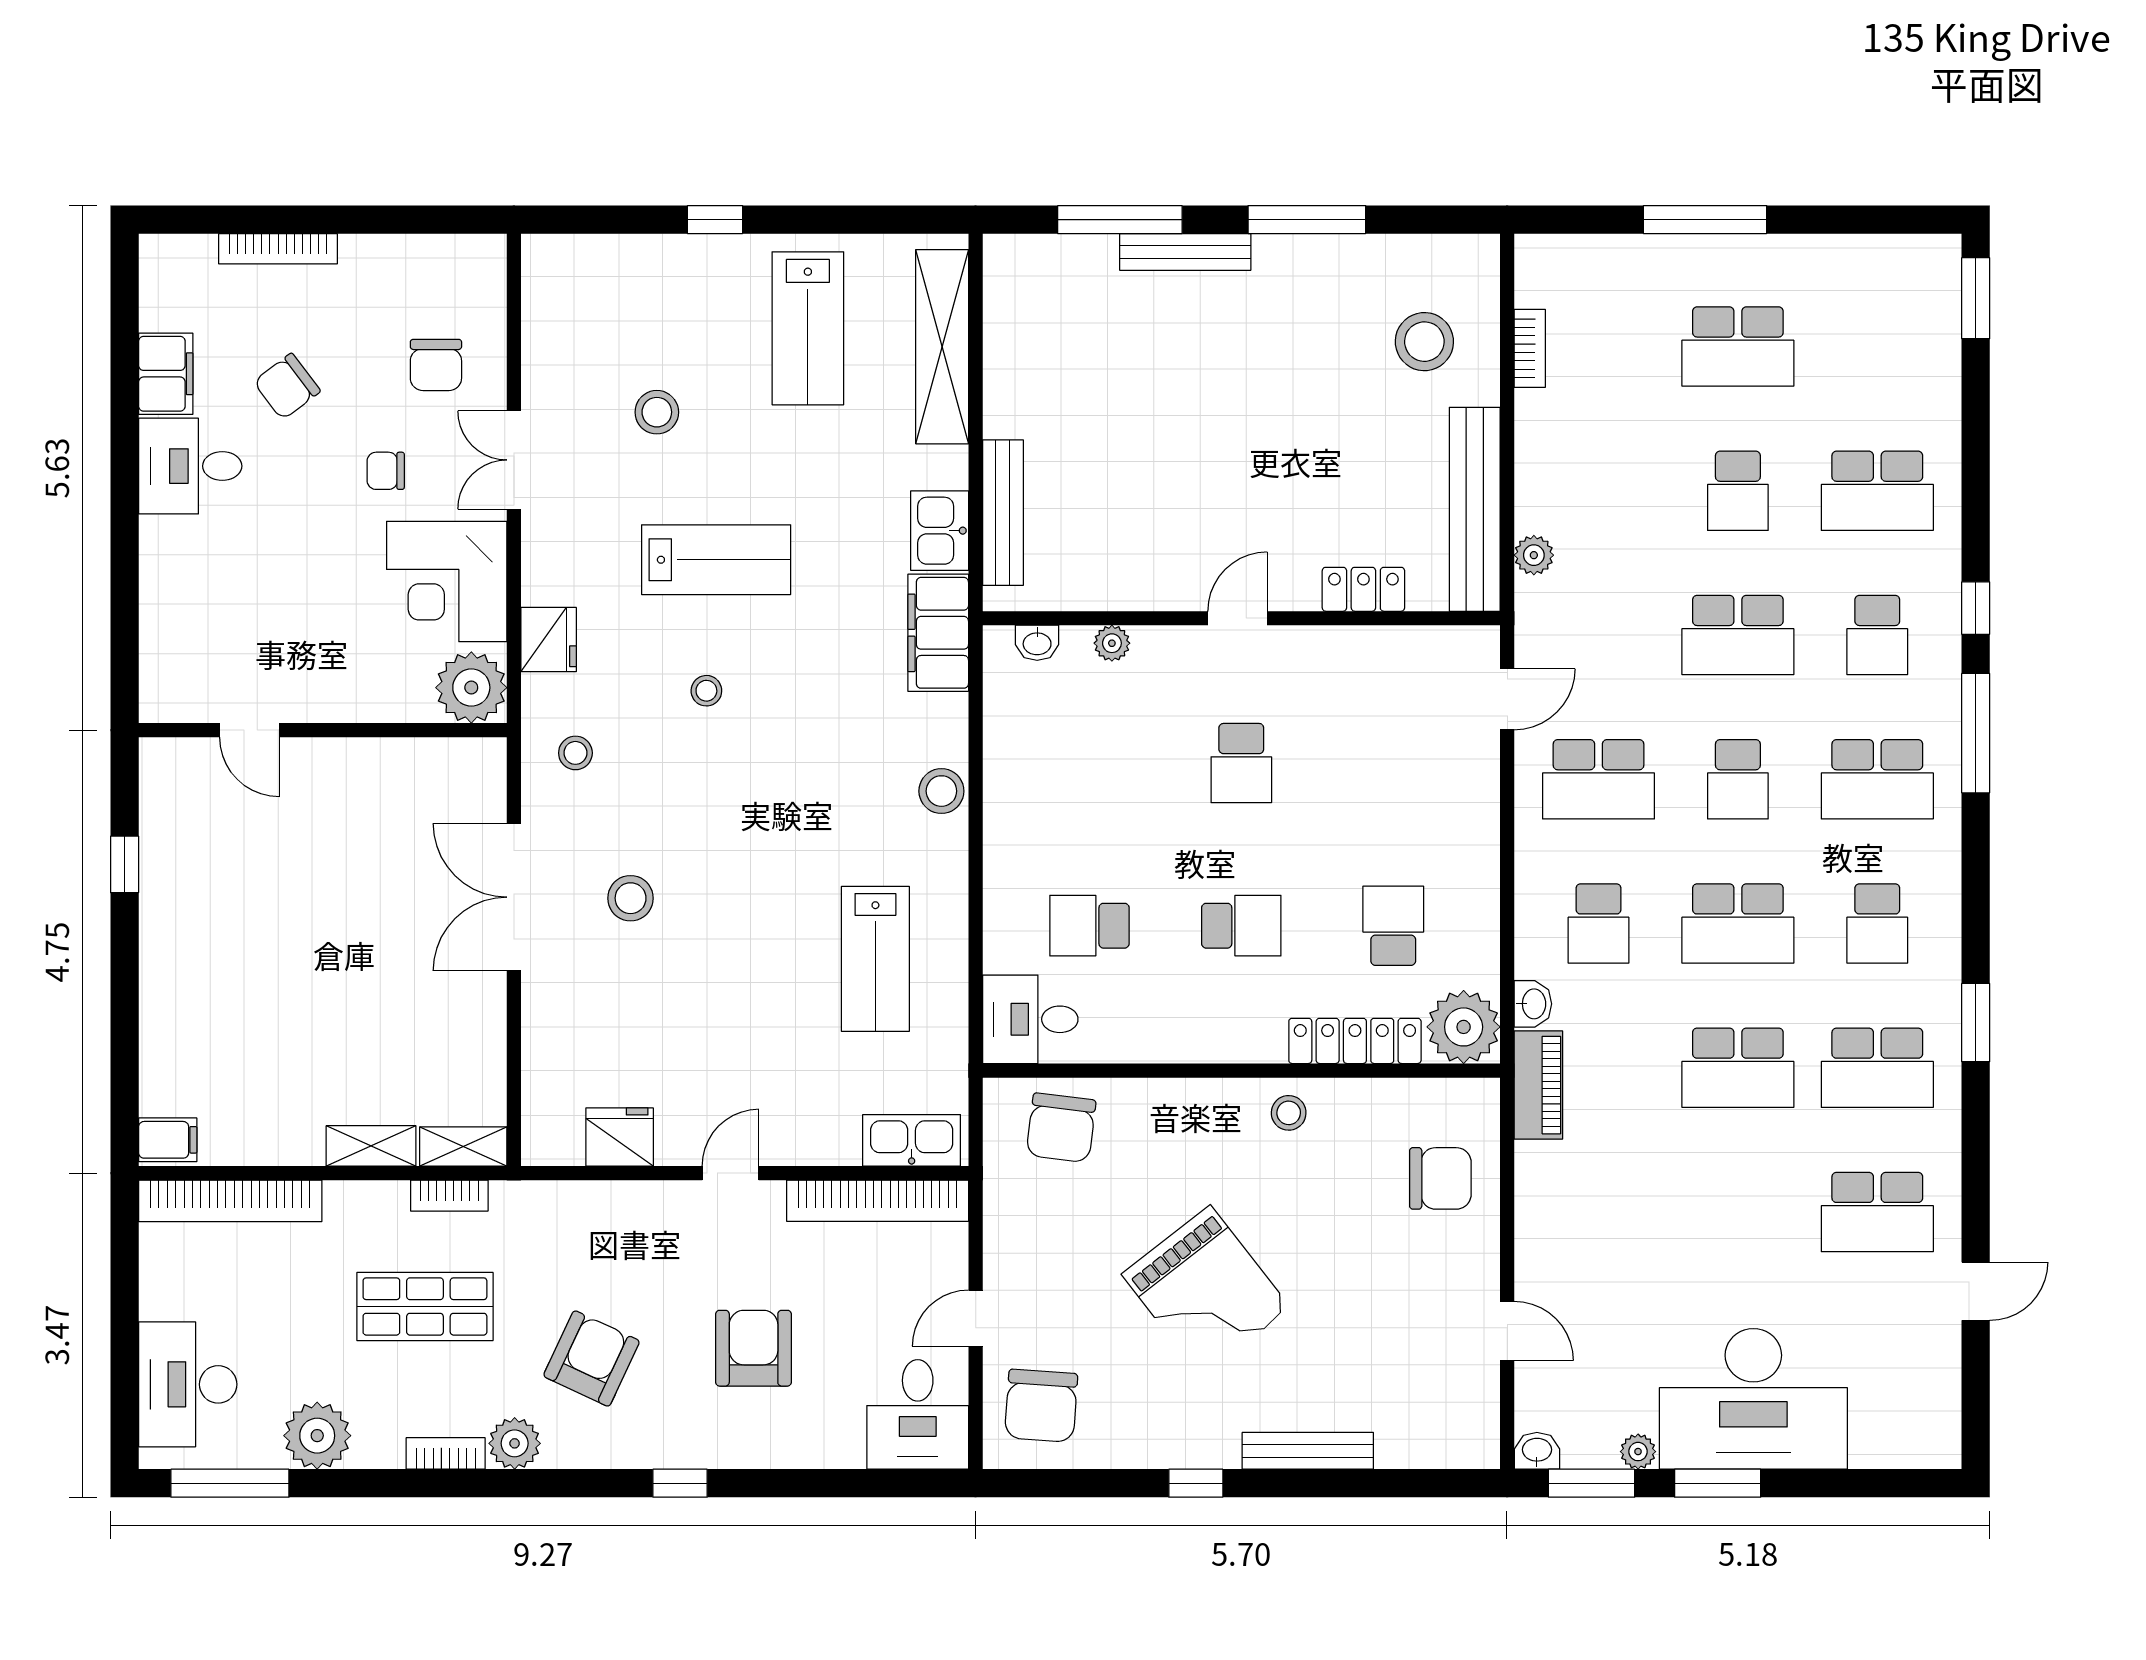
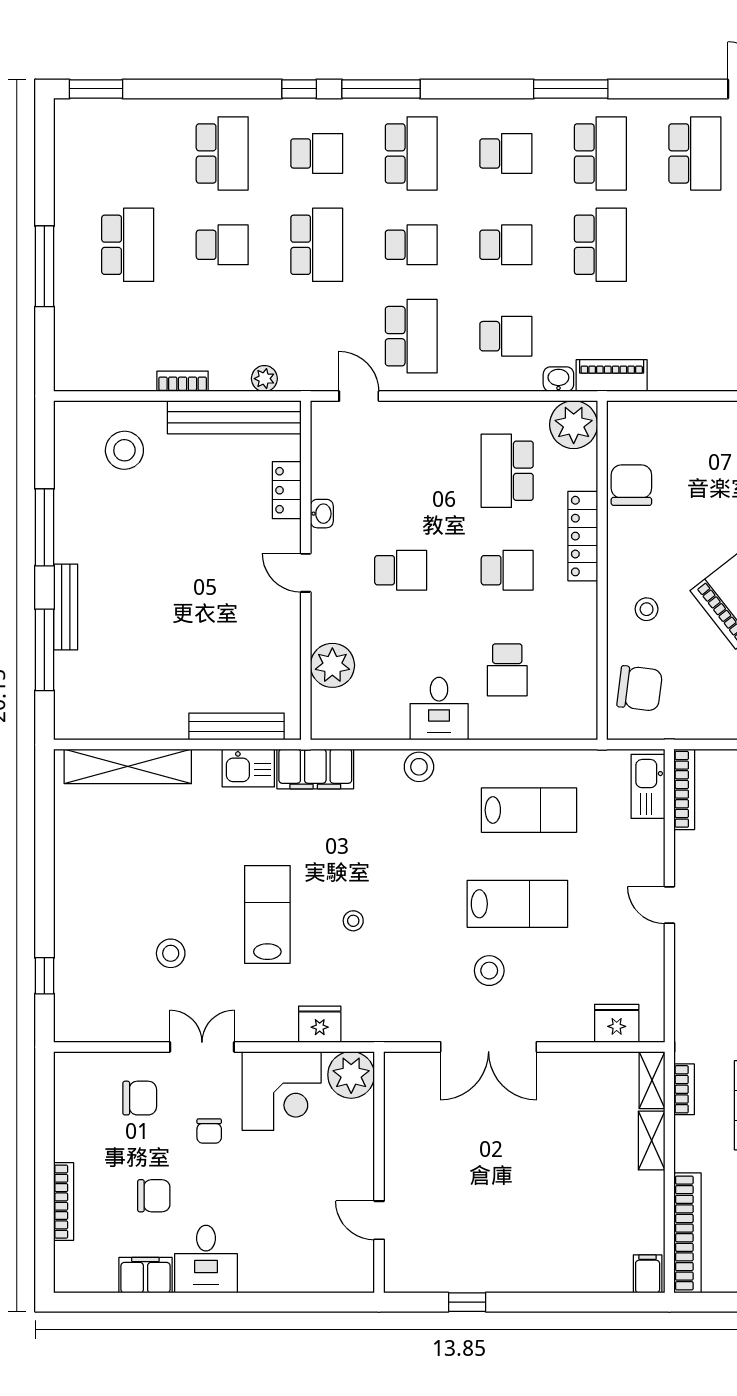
window: (715, 220) -> (44, 976), moved
lab bench: (808, 328) -> (517, 904), moved
bookcase: (1530, 348) -> (183, 381), moved
chair: (287, 386) -> (154, 1196), turned -53
double door: (514, 460) -> (202, 1047), swing flipped
washbasin: (1037, 643) -> (322, 514), moved
plant: (1112, 643) -> (332, 665), width x1.88, depth x1.88
door: (249, 730) -> (379, 1220), swing flipped
stool: (575, 753) -> (394, 1007), removed
school desk: (1738, 924) -> (506, 245), width x0.54
school desk: (1241, 926) -> (507, 570), turned 90
school desk: (1393, 926) -> (507, 471), width x1.85
desk: (1030, 1019) -> (439, 709), moved
window: (1976, 1023) -> (571, 89), width x1.44
locker: (1355, 1041) -> (583, 536), moved
stool: (1289, 1113) -> (647, 609), moved
fridge: (620, 1137) -> (617, 1023), moved, turned 90
chair: (1440, 1178) -> (631, 485), moved
bookcase: (878, 1201) -> (684, 789), width x0.68, depth x0.76

